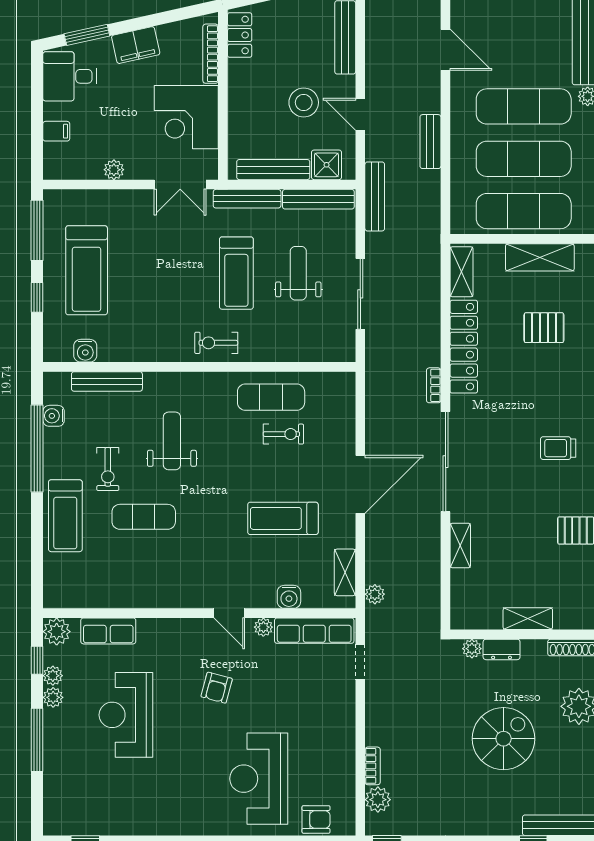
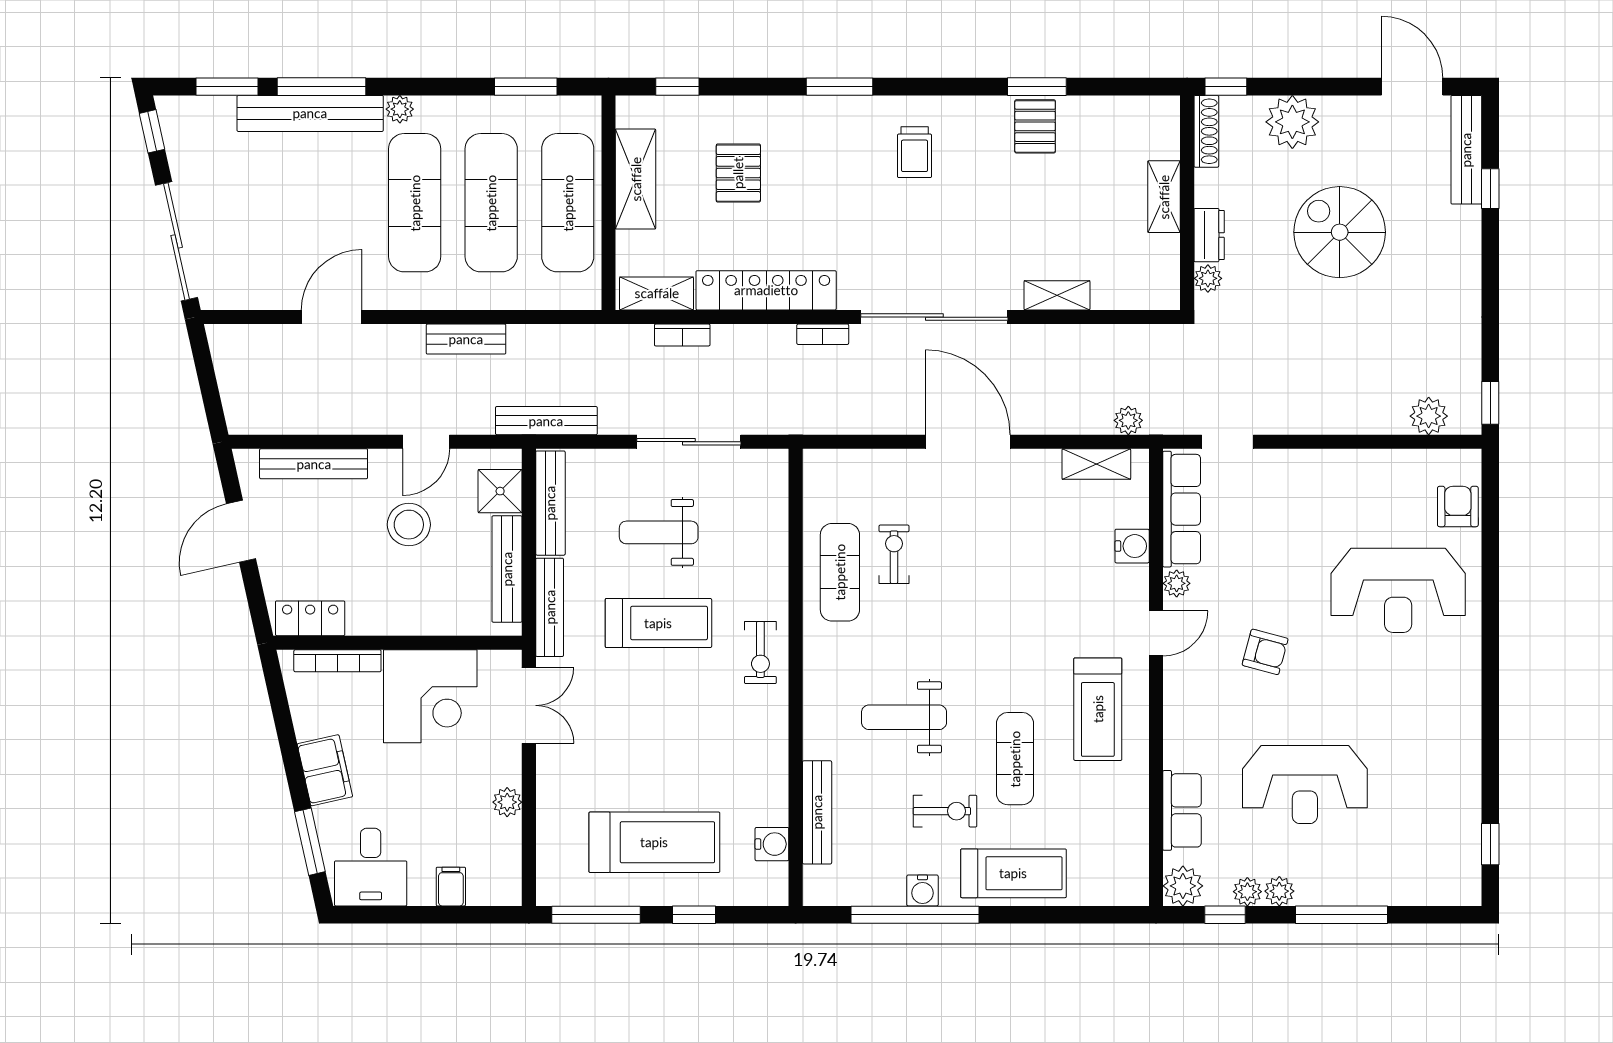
water cooler: (54, 416) -> (922, 890), moved
treadmill: (283, 518) -> (1098, 709), moved
bookcase: (373, 766) -> (682, 335), moved, turned 180

